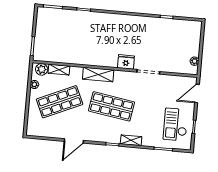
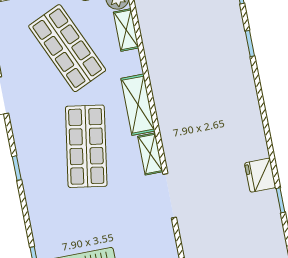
fridge: (126, 62) -> (260, 175), moved, turned 180
shelving: (131, 140) -> (150, 154), moved

